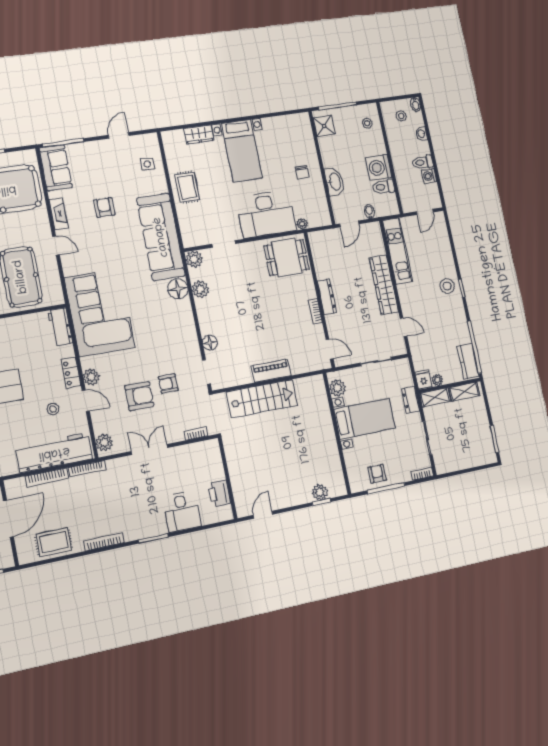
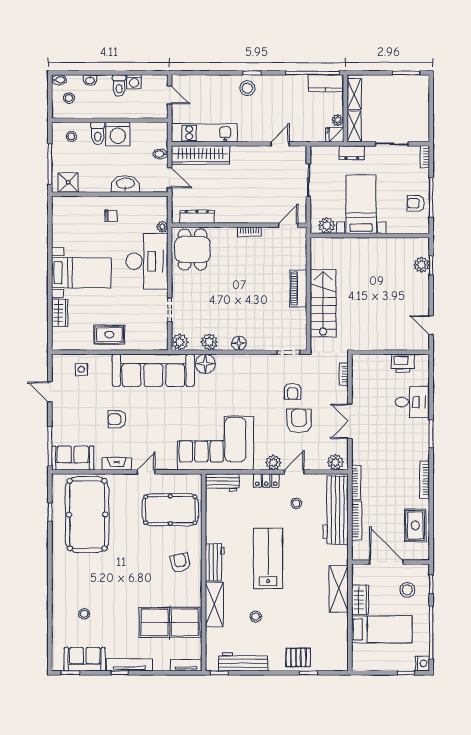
toilet: (383, 187) -> (98, 133), moved
wardrobe: (384, 285) -> (200, 155), moved
dresser: (327, 297) -> (197, 217), moved
floor lamp: (210, 343) -> (239, 343), moved

